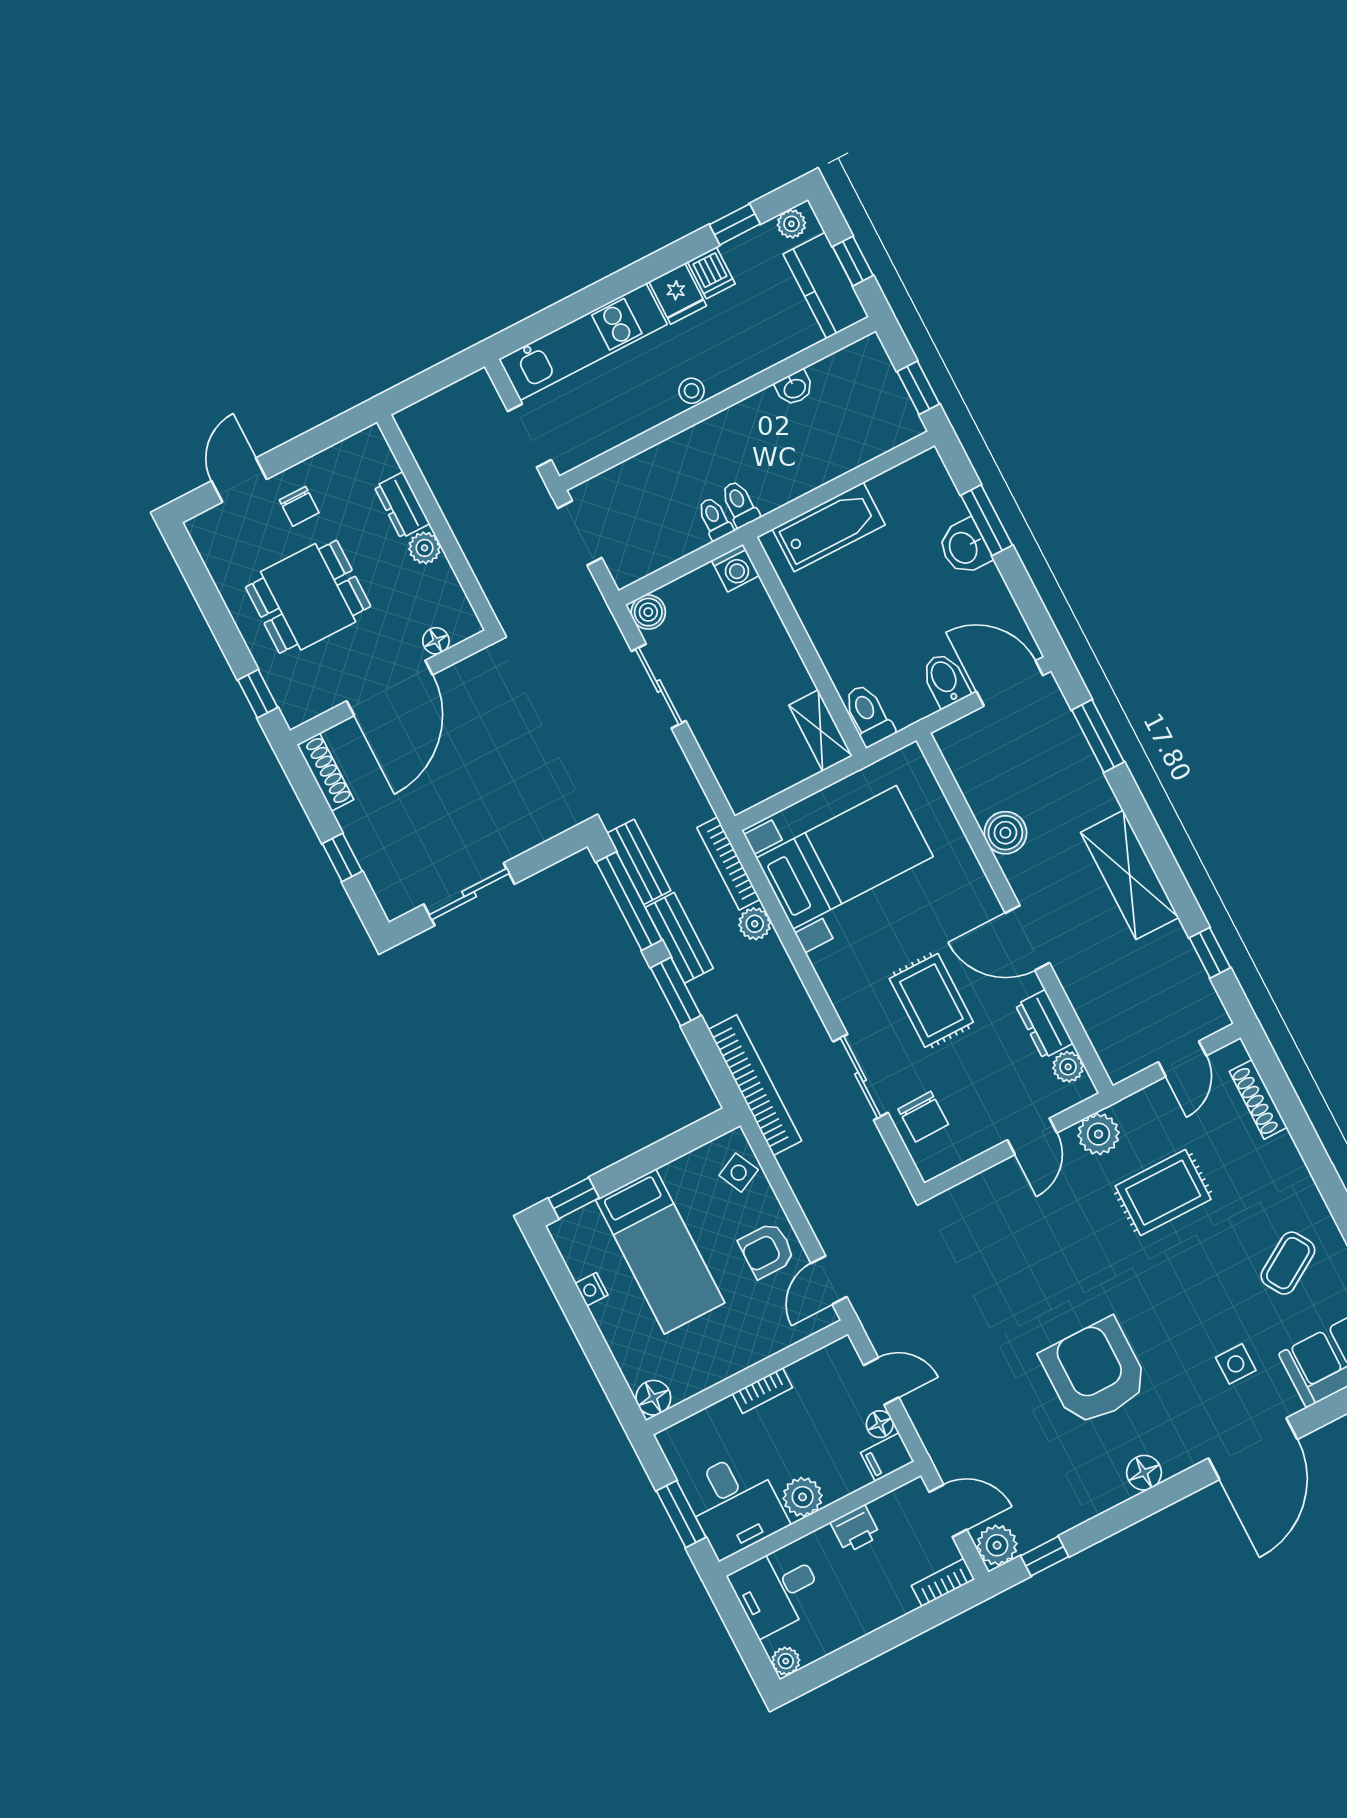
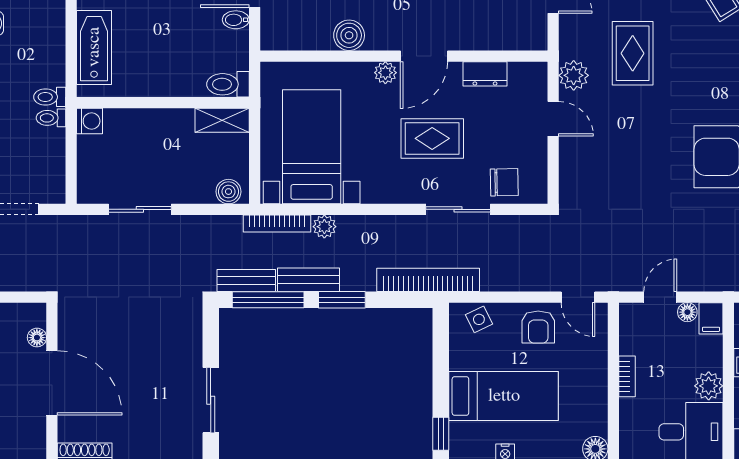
boiler: (648, 612) -> (228, 192), moved
bidet: (945, 680) -> (236, 20), width x0.72, depth x0.74
plant: (1068, 1067) -> (385, 73), moved

